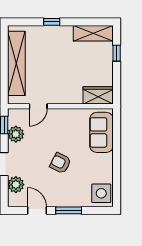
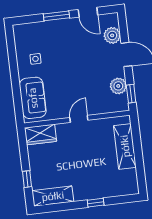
shelving: (16, 63) -> (125, 146), width x0.68
door: (38, 106) -> (79, 119), moved
armchair: (61, 163) -> (70, 62), removed
side table: (101, 193) -> (35, 59), moved, width x0.54, depth x0.54

